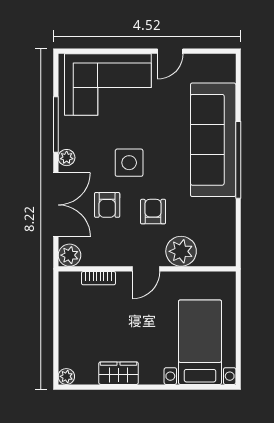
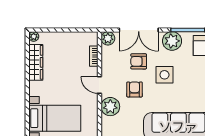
plant: (67, 158) -> (172, 41), width x1.88, depth x1.88
armchair: (153, 212) -> (135, 89), turned -90
wardrobe: (119, 373) -> (36, 62), width x1.50

